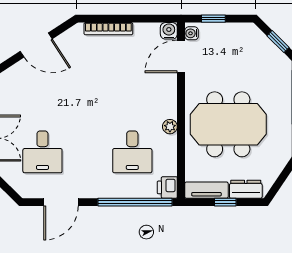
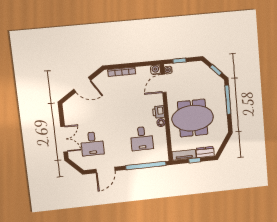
printer: (167, 187) -> (159, 112), moved

